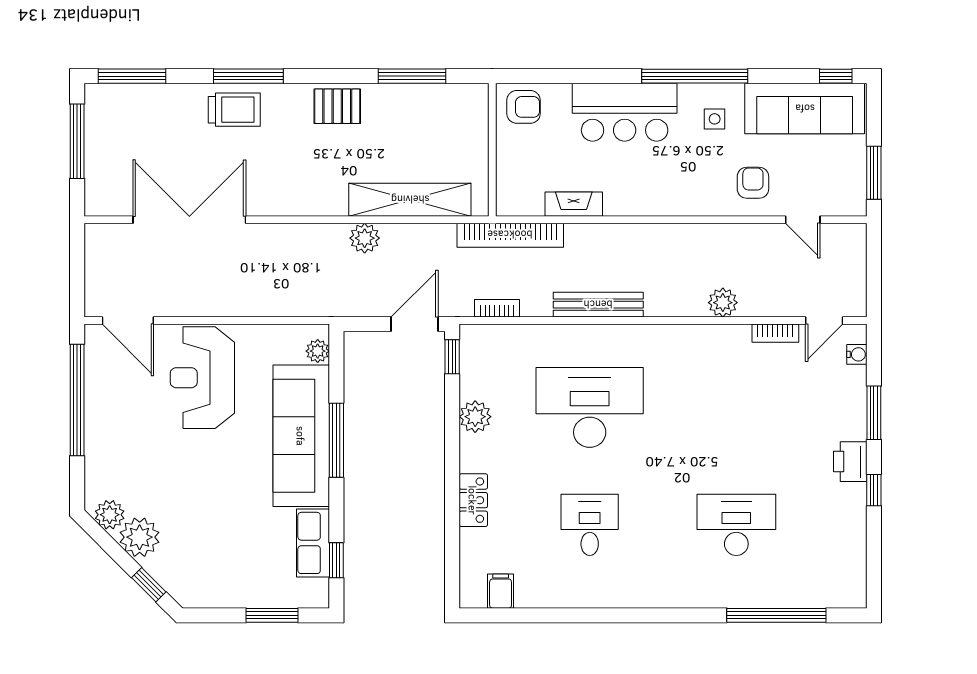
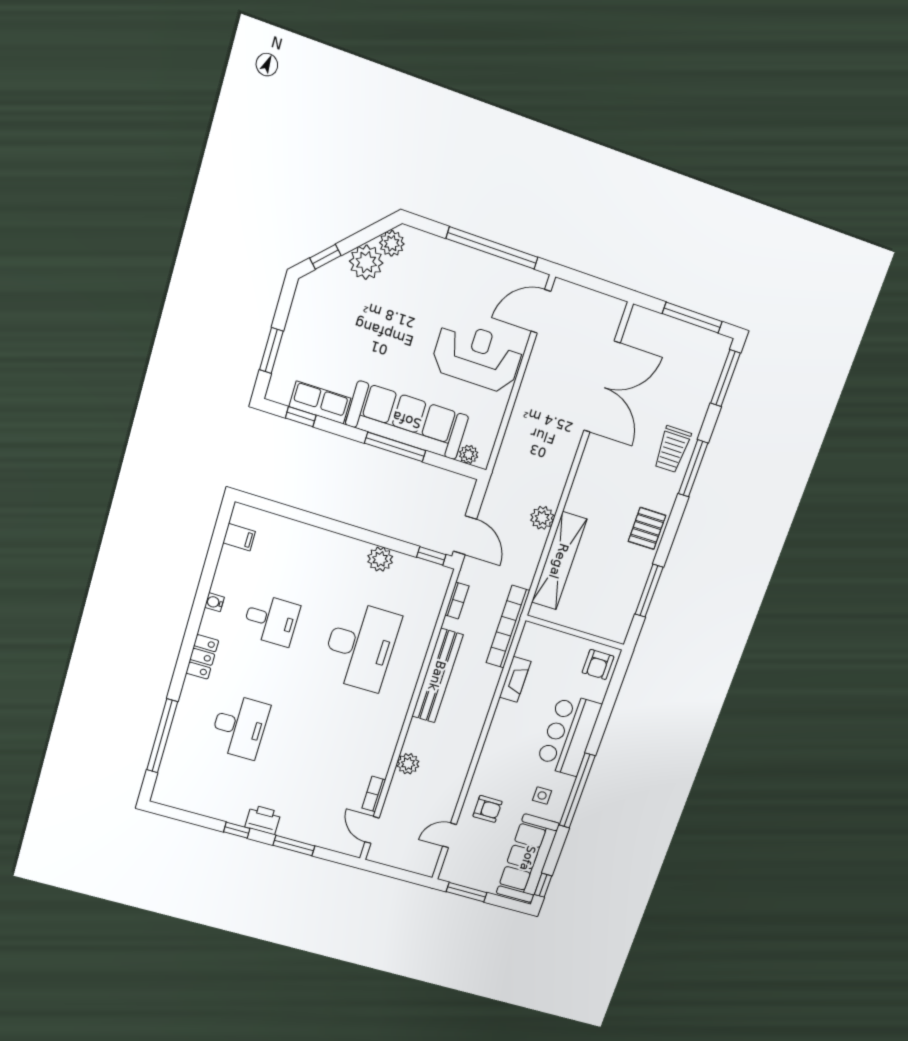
bench: (598, 305) -> (437, 676), width x1.37, depth x1.21
water cooler: (857, 354) -> (214, 602), moved, turned 90
locker: (473, 500) -> (202, 657), moved, turned -90

